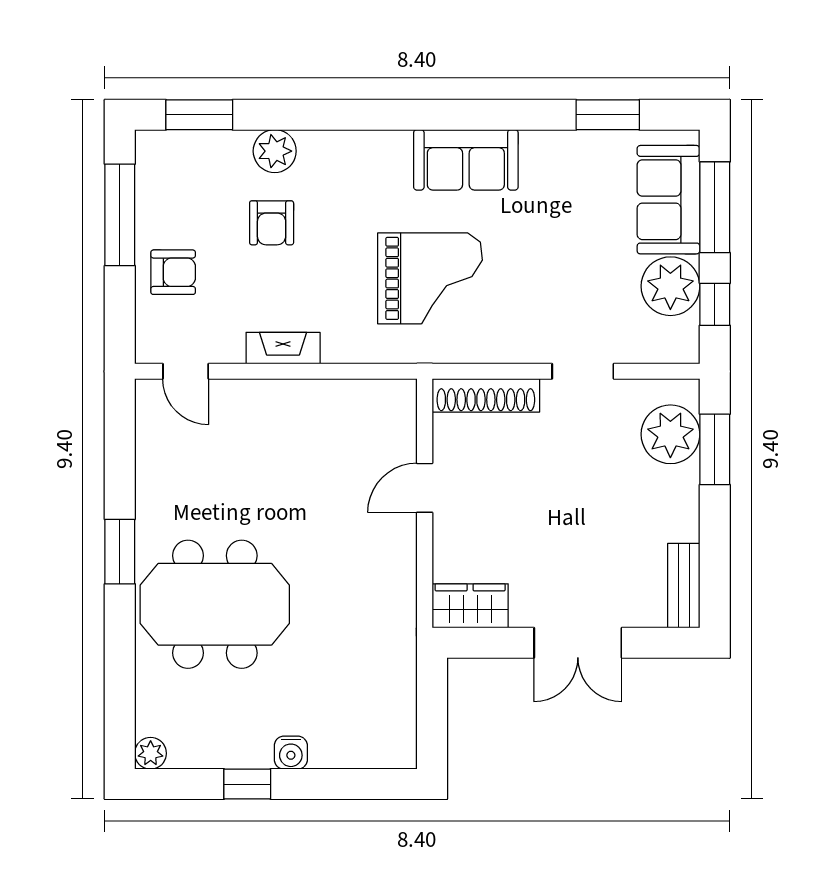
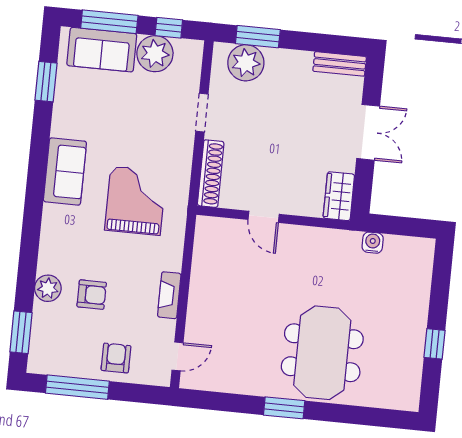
plant: (151, 753) -> (410, 401), removed
water cooler: (291, 753) -> (373, 243), moved, turned -90

